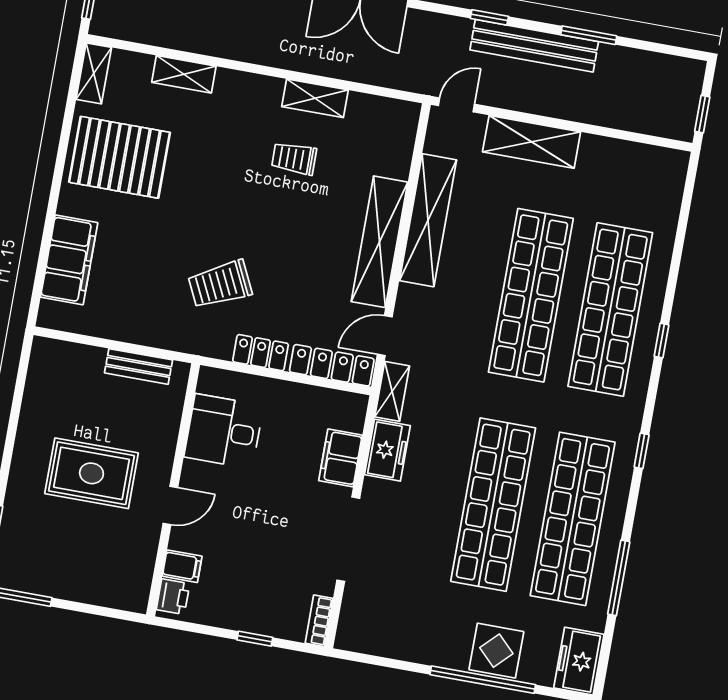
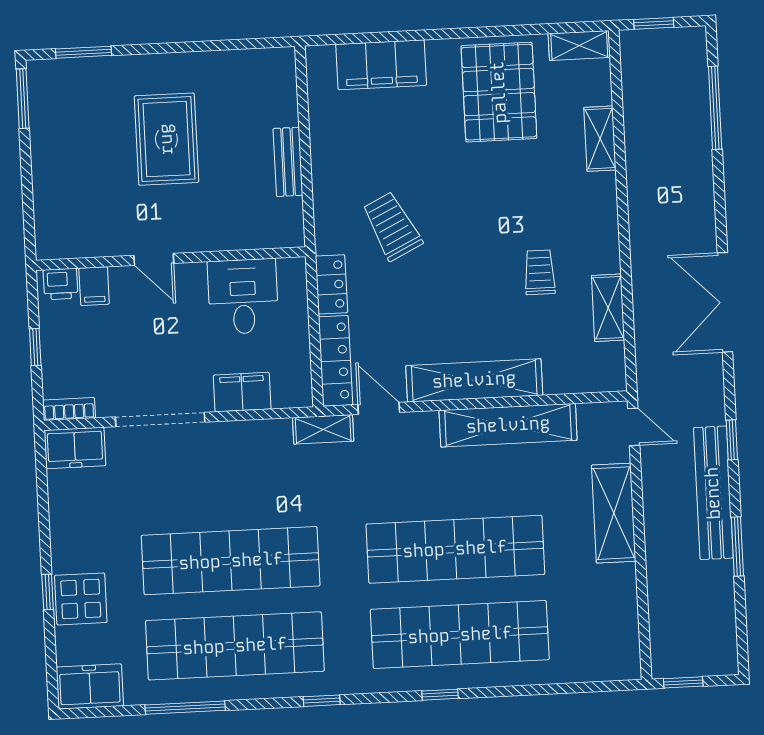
shelving: (315, 98) -> (608, 308), moved
desk: (224, 431) -> (243, 297), moved
freezer: (387, 450) -> (75, 448), moved
wall: (173, 490) -> (171, 259), moved
door: (170, 505) -> (154, 259), moved
filing cabinet: (182, 566) -> (94, 286), moved
printer: (173, 597) -> (61, 284), moved
window: (483, 680) -> (48, 592), width x0.32

